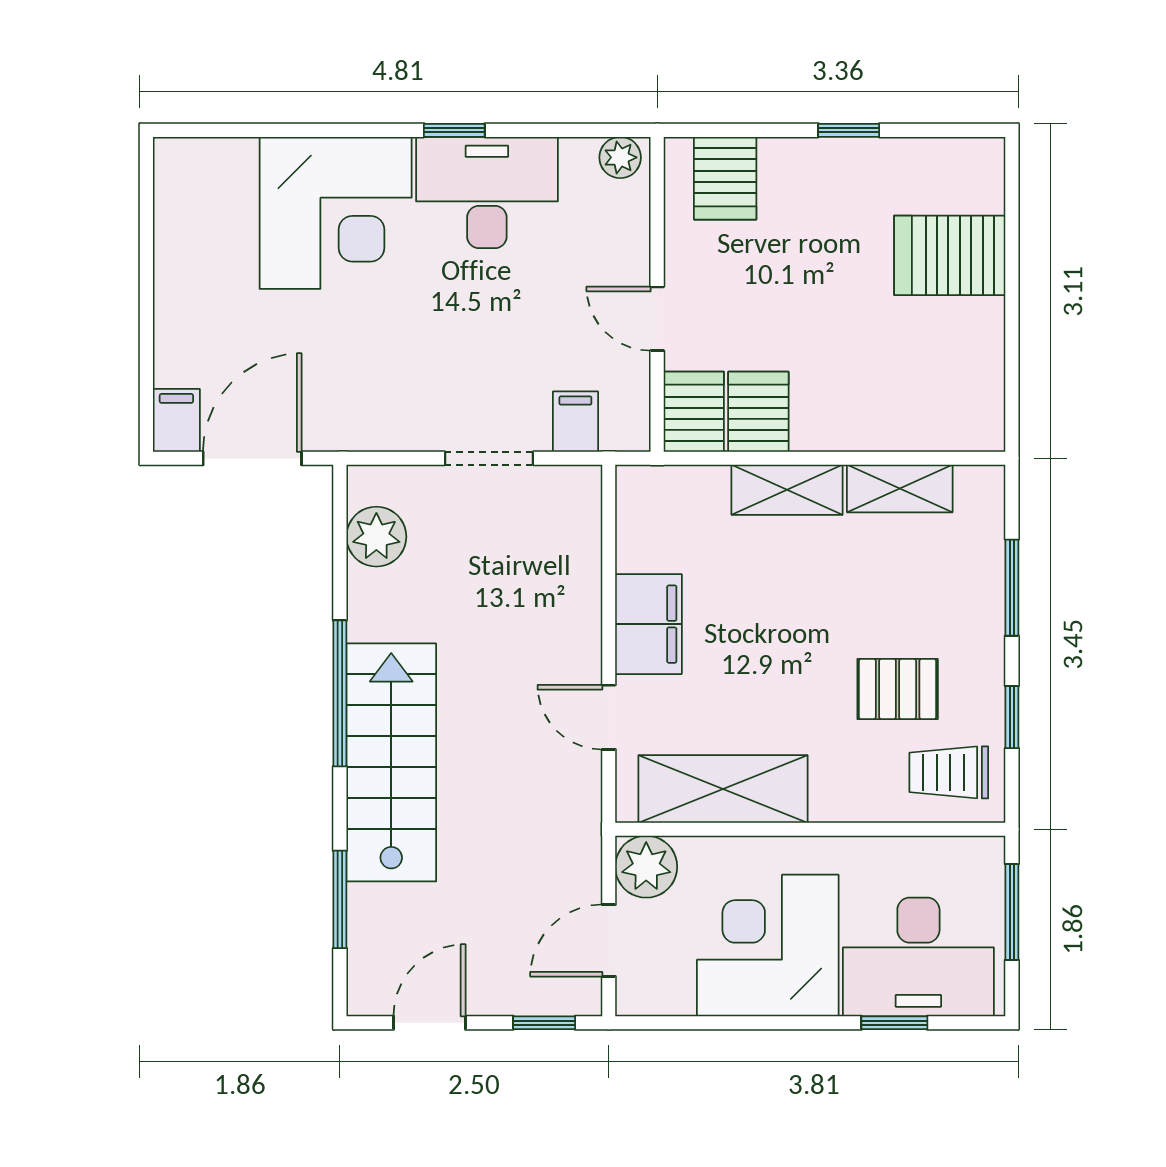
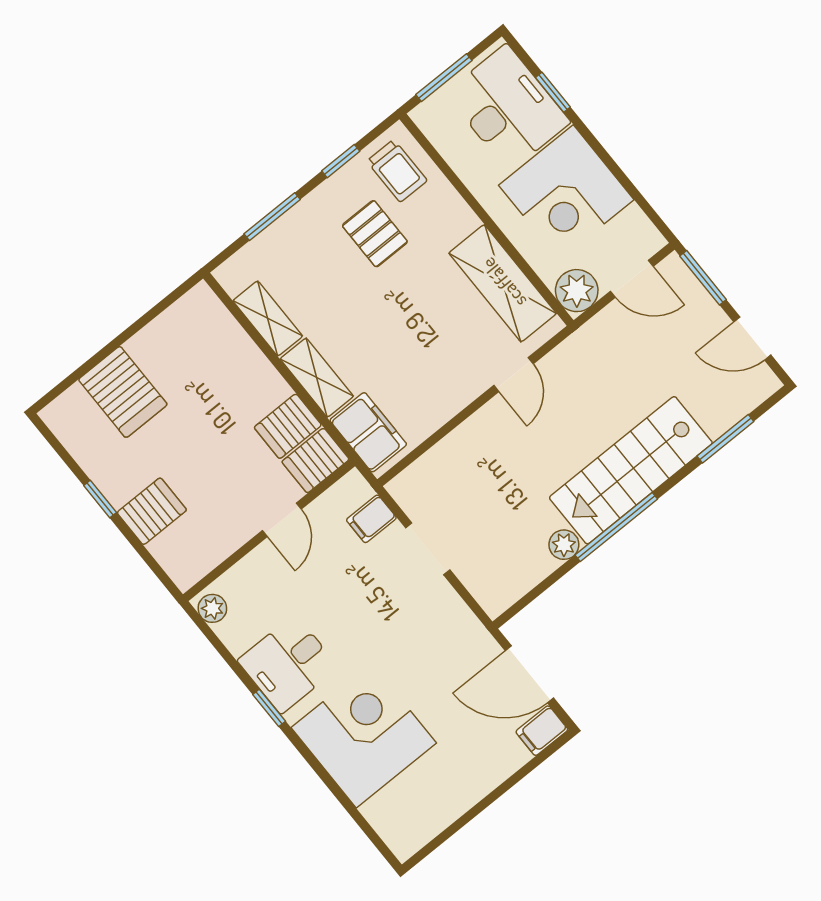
server rack: (725, 178) -> (152, 511), moved
desk: (487, 192) -> (288, 664), width x0.73
plant: (376, 537) -> (564, 545), moved, width x0.73, depth x0.73
filing cabinet: (648, 624) -> (368, 432), moved, turned 90
window: (544, 1023) -> (703, 278), width x1.50

